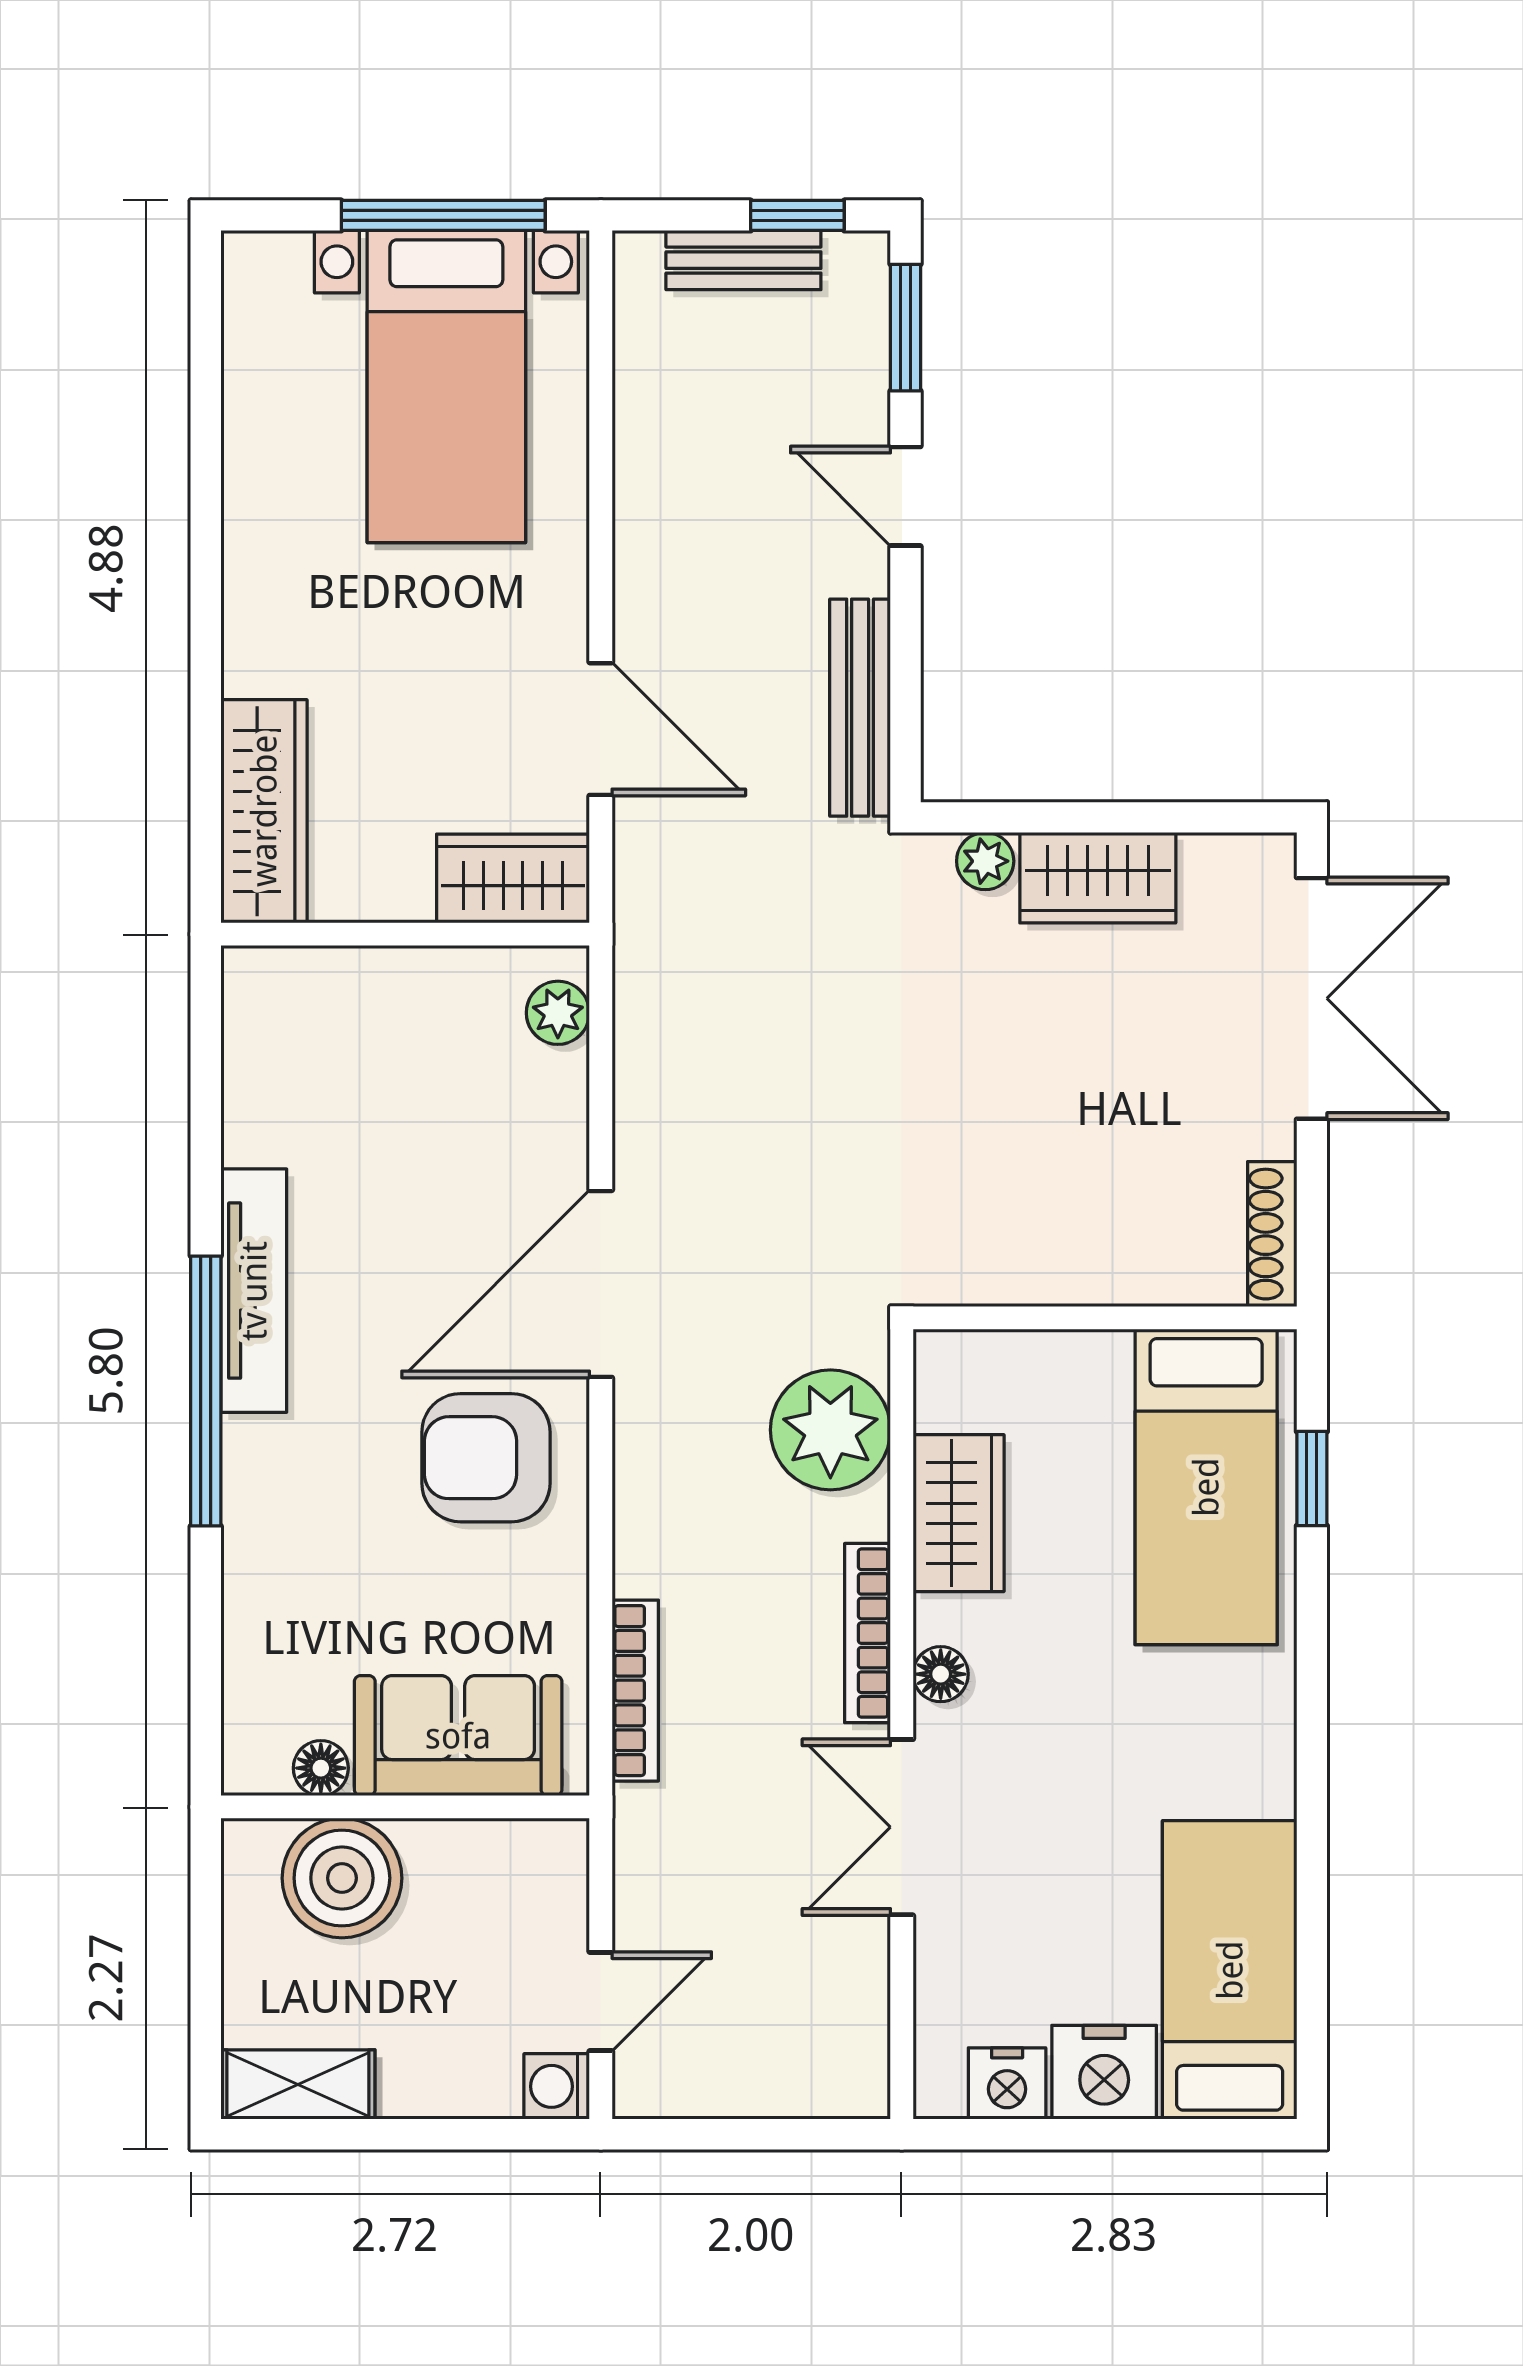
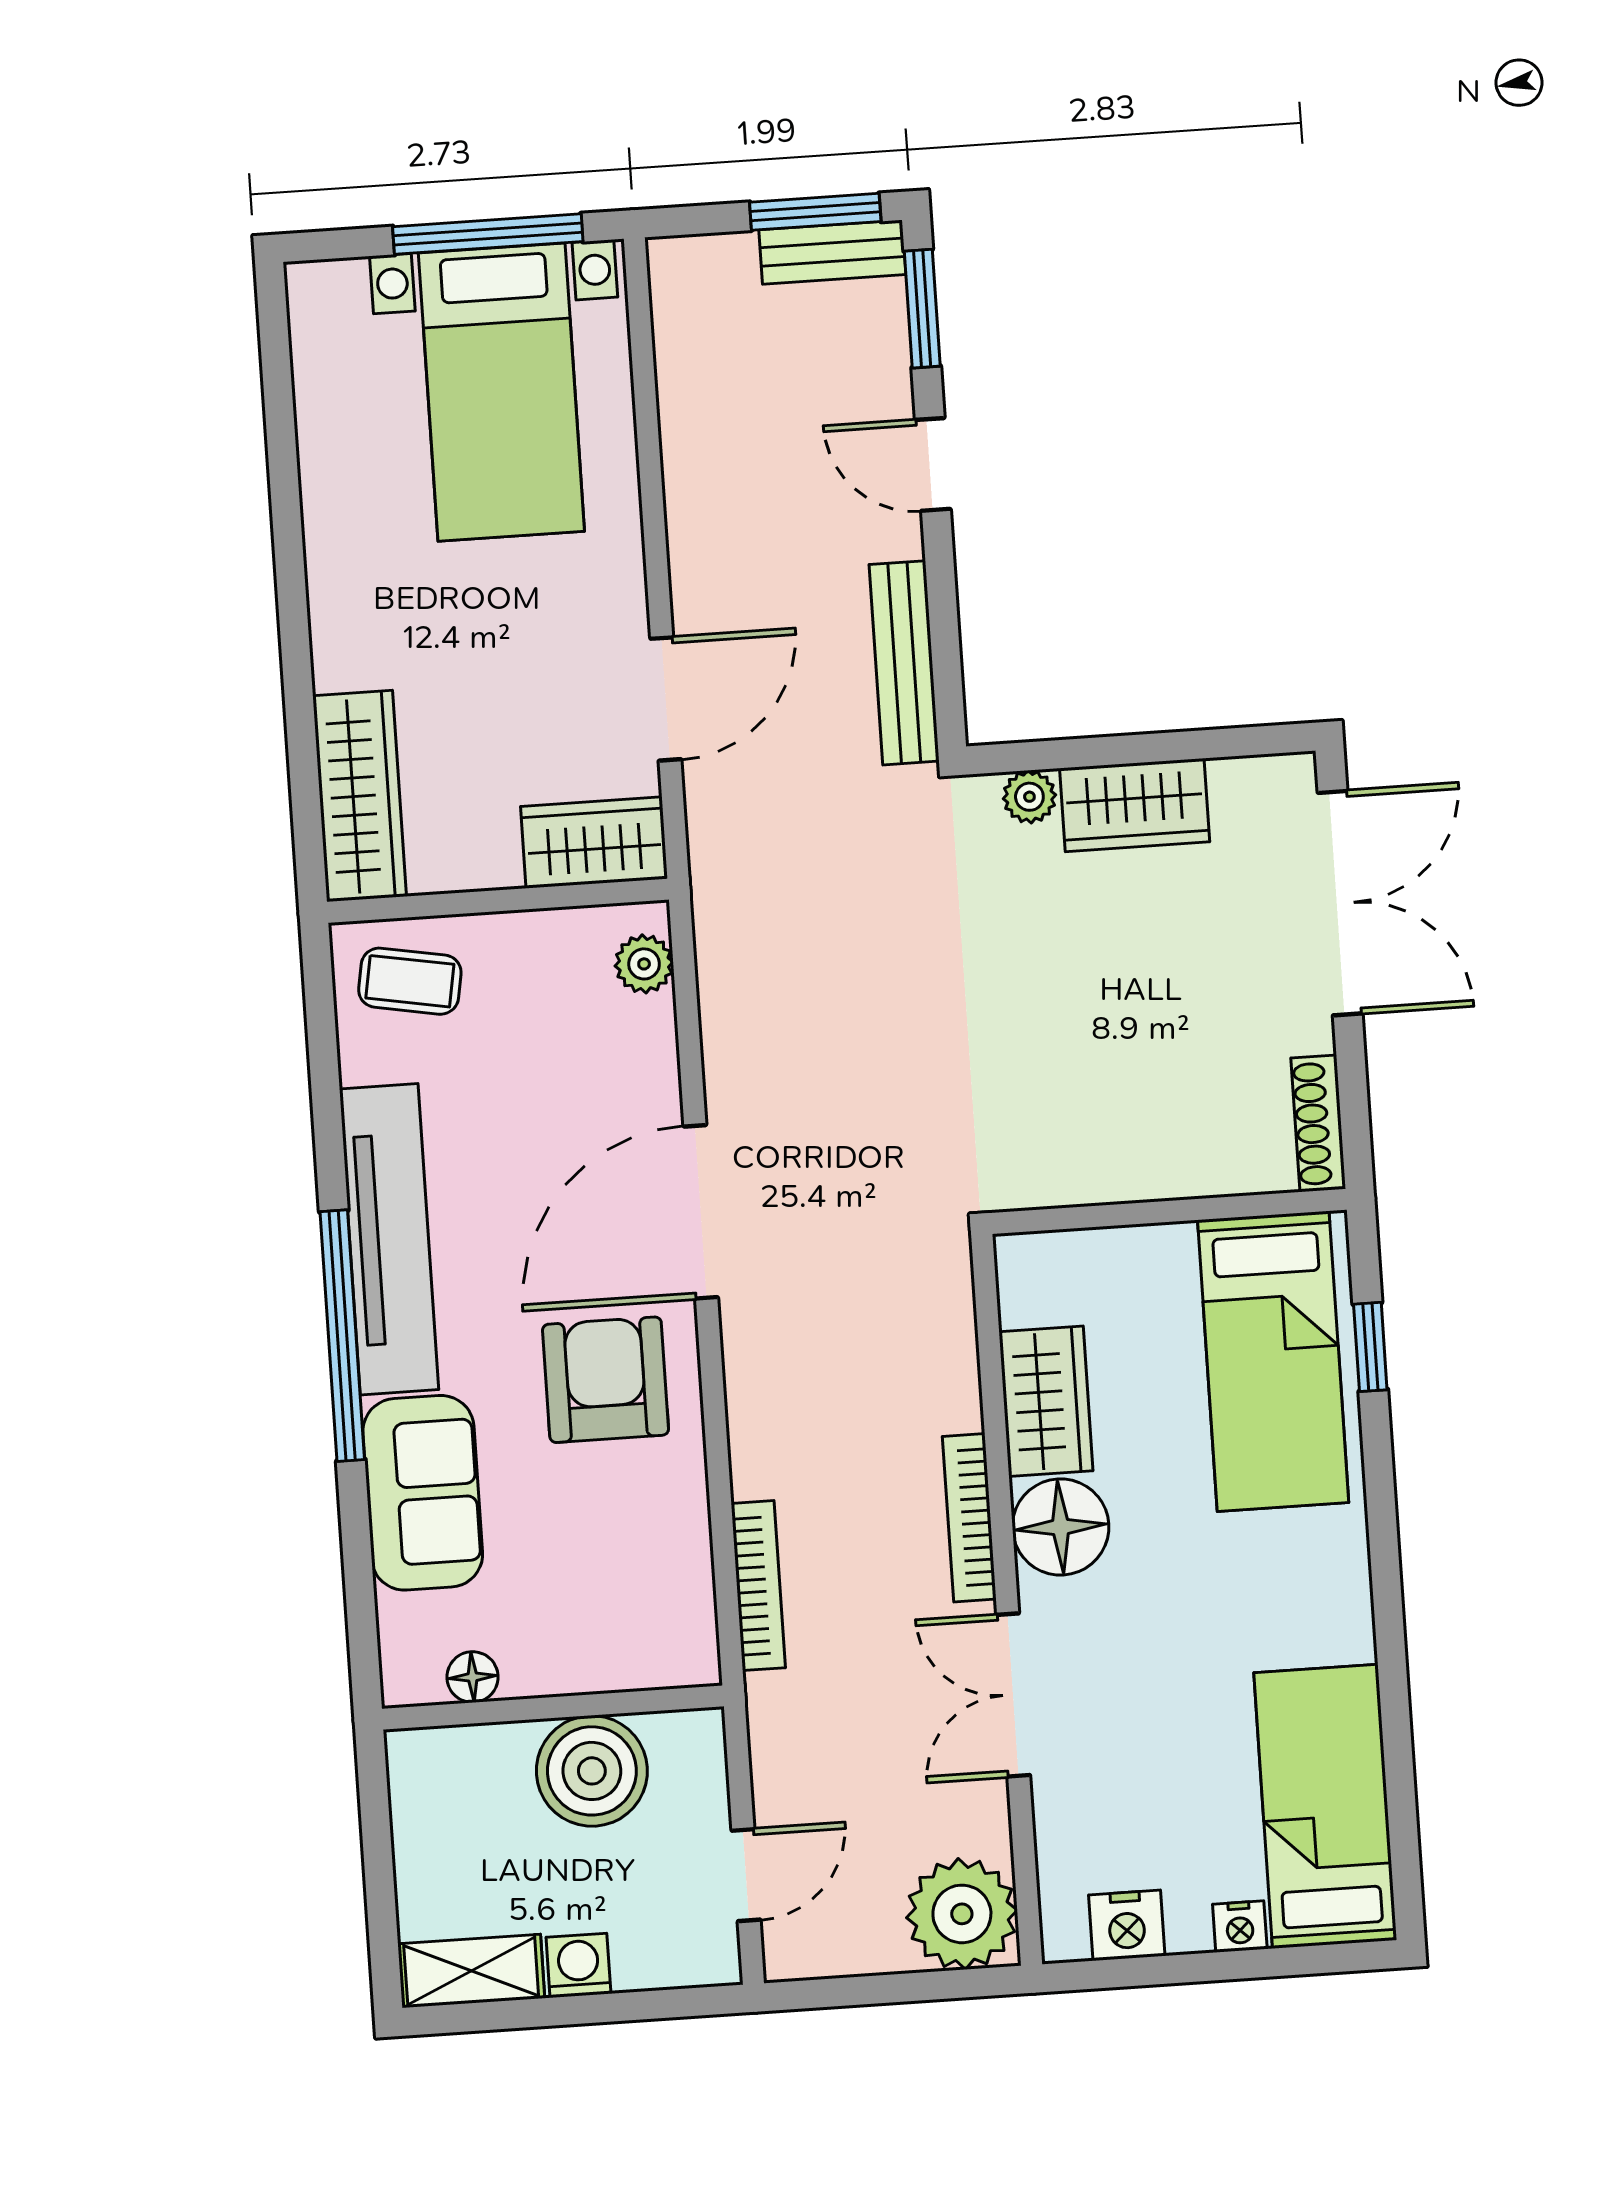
window: (797, 215) -> (815, 212), width x1.50
bench: (743, 260) -> (832, 252), moved
door: (601, 729) -> (666, 699), hinge flipped
coffee table: (304, 1014) -> (410, 981), added
tv unit: (254, 1291) -> (389, 1239), width x1.36, depth x1.29
plant: (830, 1430) -> (962, 1914), moved
armchair: (486, 1458) -> (606, 1380), turned 90
floor lamp: (941, 1674) -> (1061, 1527), width x1.89, depth x1.89
sofa: (458, 1736) -> (423, 1493), moved, turned 90
boiler: (342, 1878) -> (592, 1771), moved
nightstand: (1104, 2072) -> (1240, 1926), width x0.53, depth x0.56
washing machine: (557, 2086) -> (578, 1965), moved, turned 90

